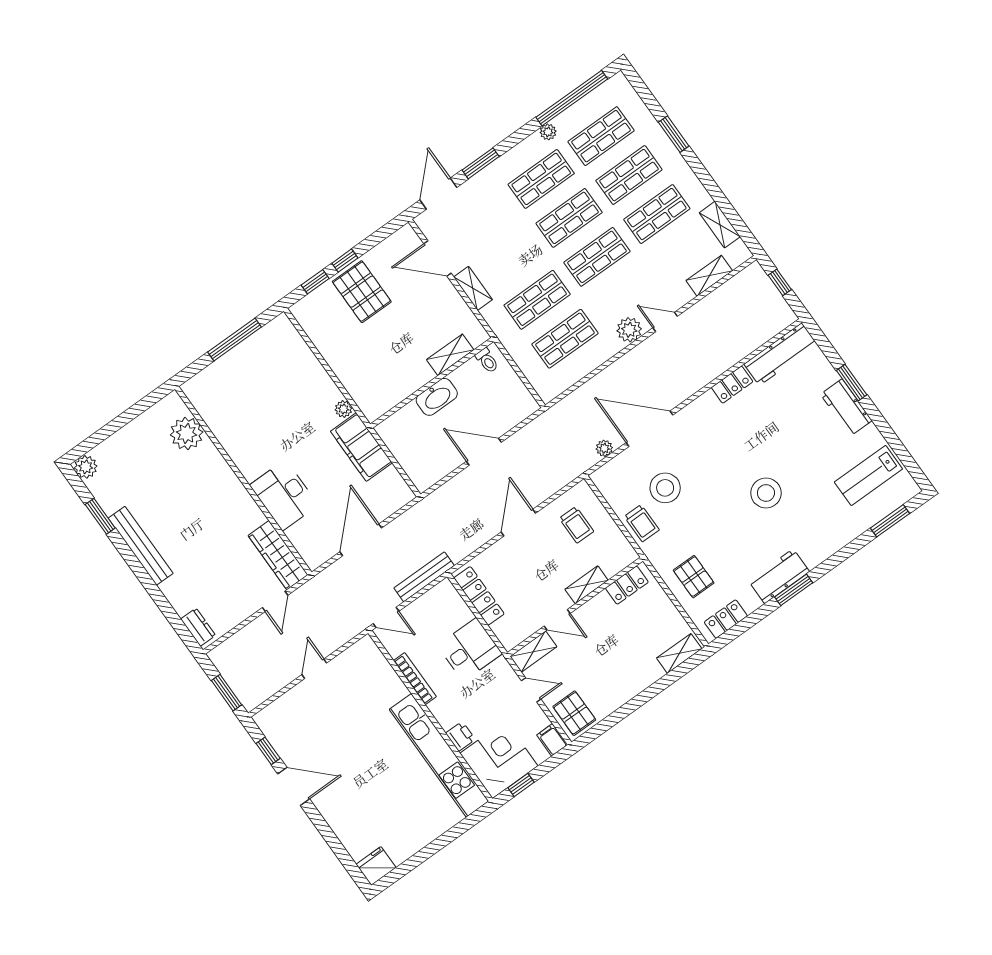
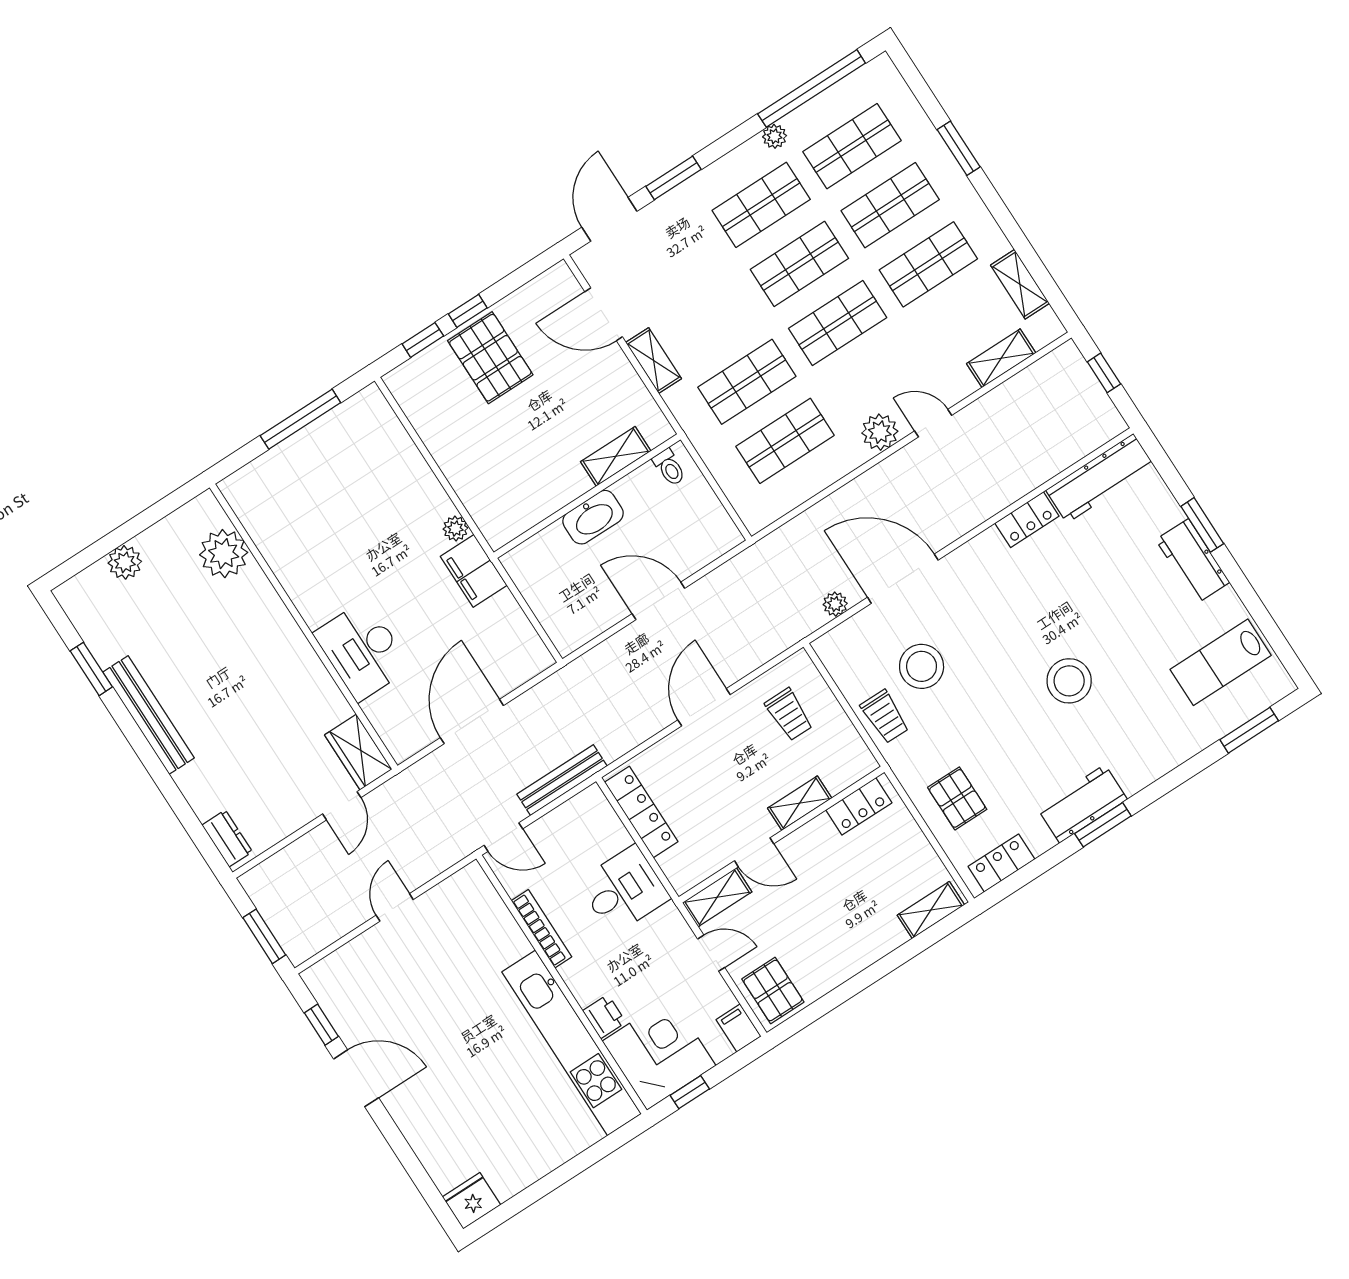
filing cabinet: (361, 447) -> (474, 571), width x0.67, depth x0.86
plant: (86, 467) -> (125, 562), moved
wardrobe: (278, 555) -> (358, 752), width x0.67

